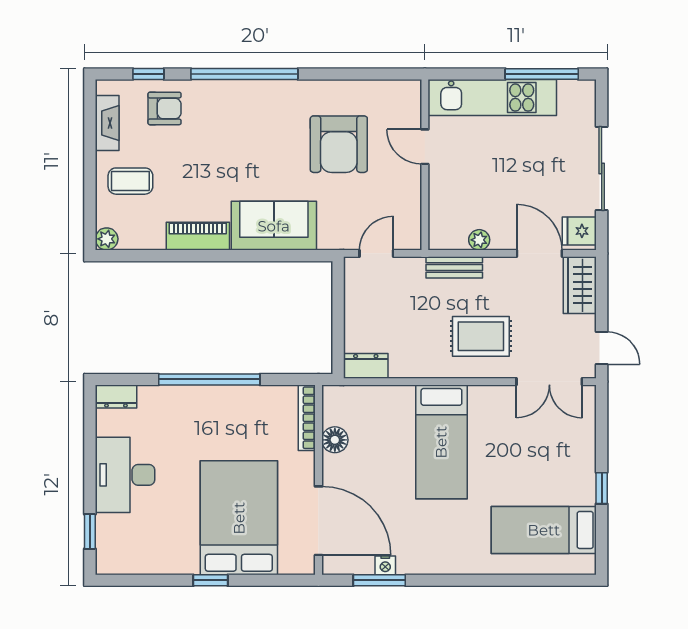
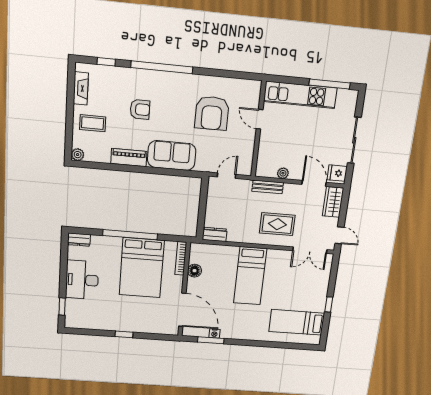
armchair: (165, 108) -> (140, 109), moved
bed: (239, 518) -> (142, 268), moved, turned 180

